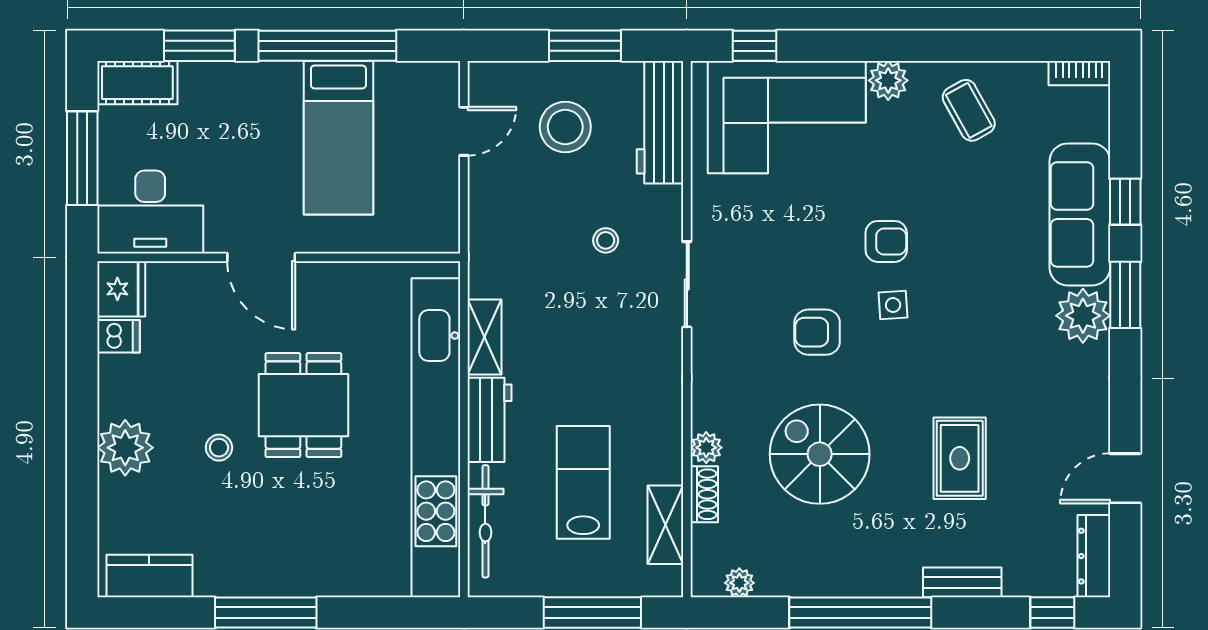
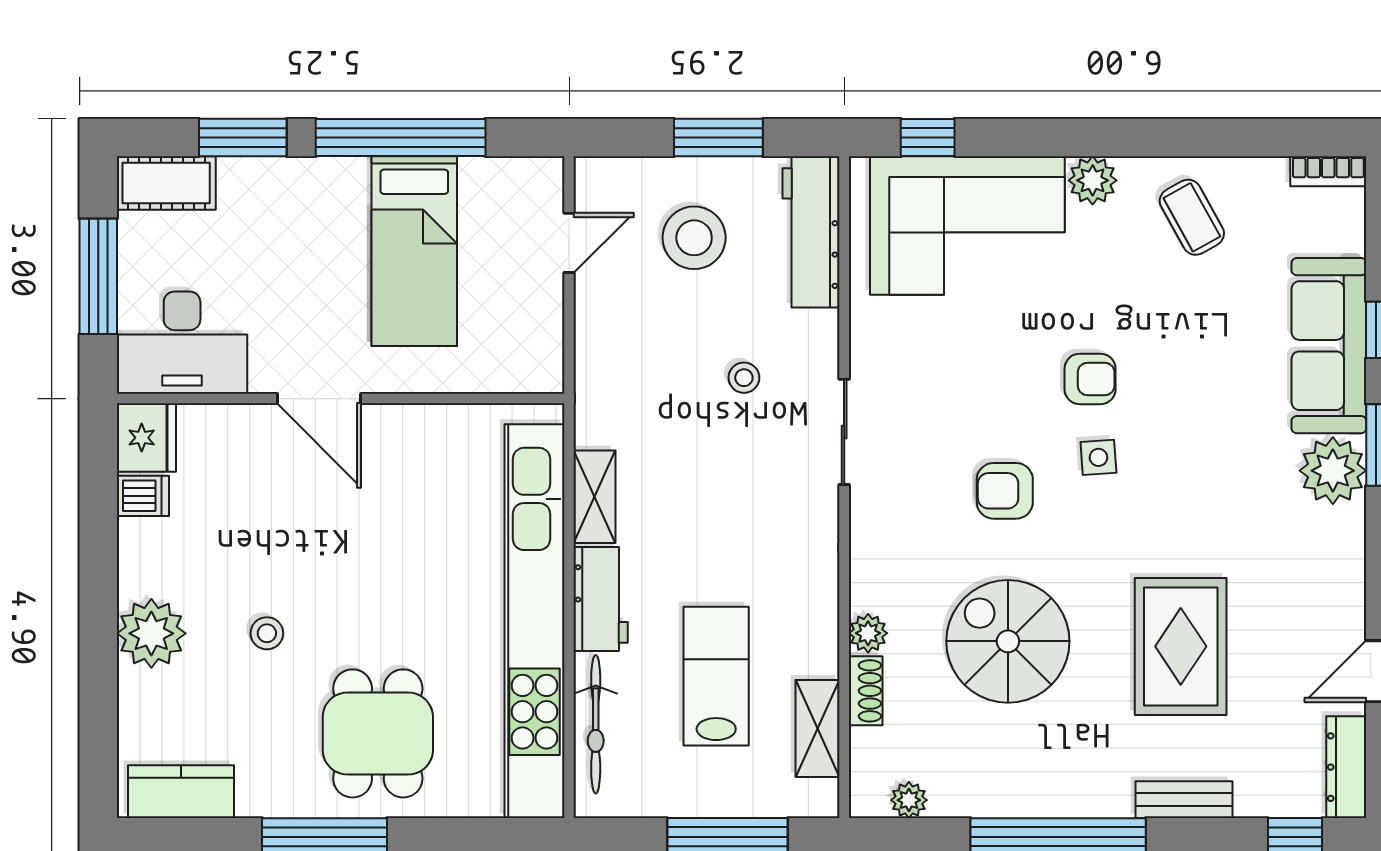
dining table: (303, 405) -> (378, 733), moved
rug: (960, 458) -> (1181, 646), width x1.36, depth x1.43

